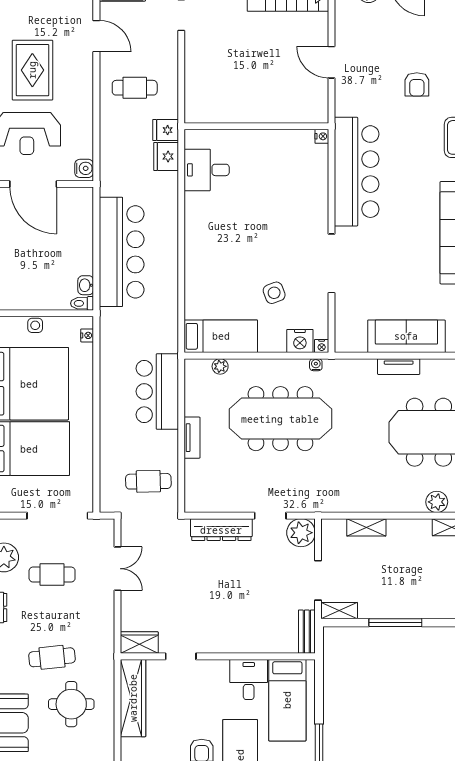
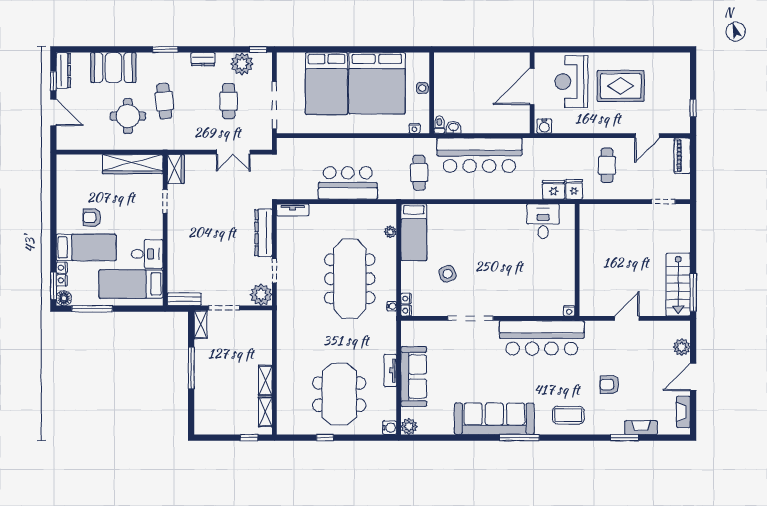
nightstand: (300, 341) -> (406, 299), width x0.53, depth x0.56
bar counter: (157, 391) -> (348, 183), moved
tv unit: (192, 438) -> (293, 210), moved
cafe table: (148, 481) -> (419, 173), moved
plant: (437, 502) -> (285, 400), removed
shelving: (366, 527) -> (265, 380), moved

